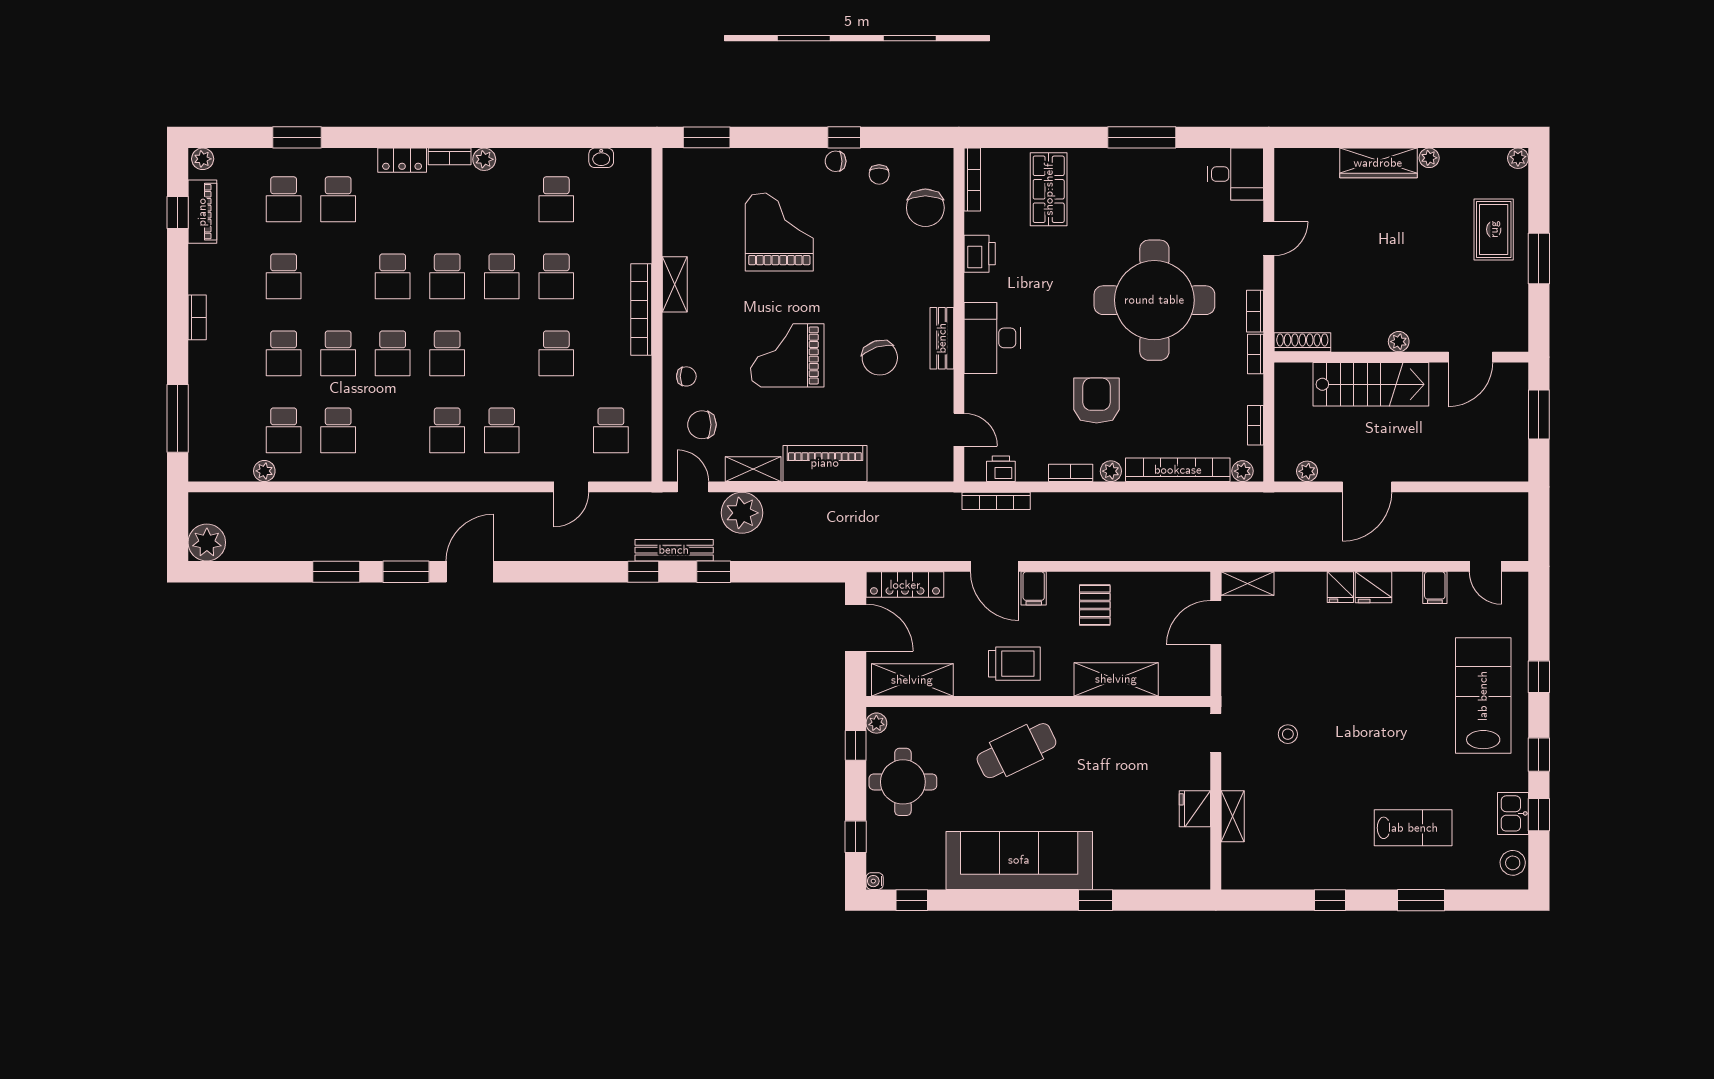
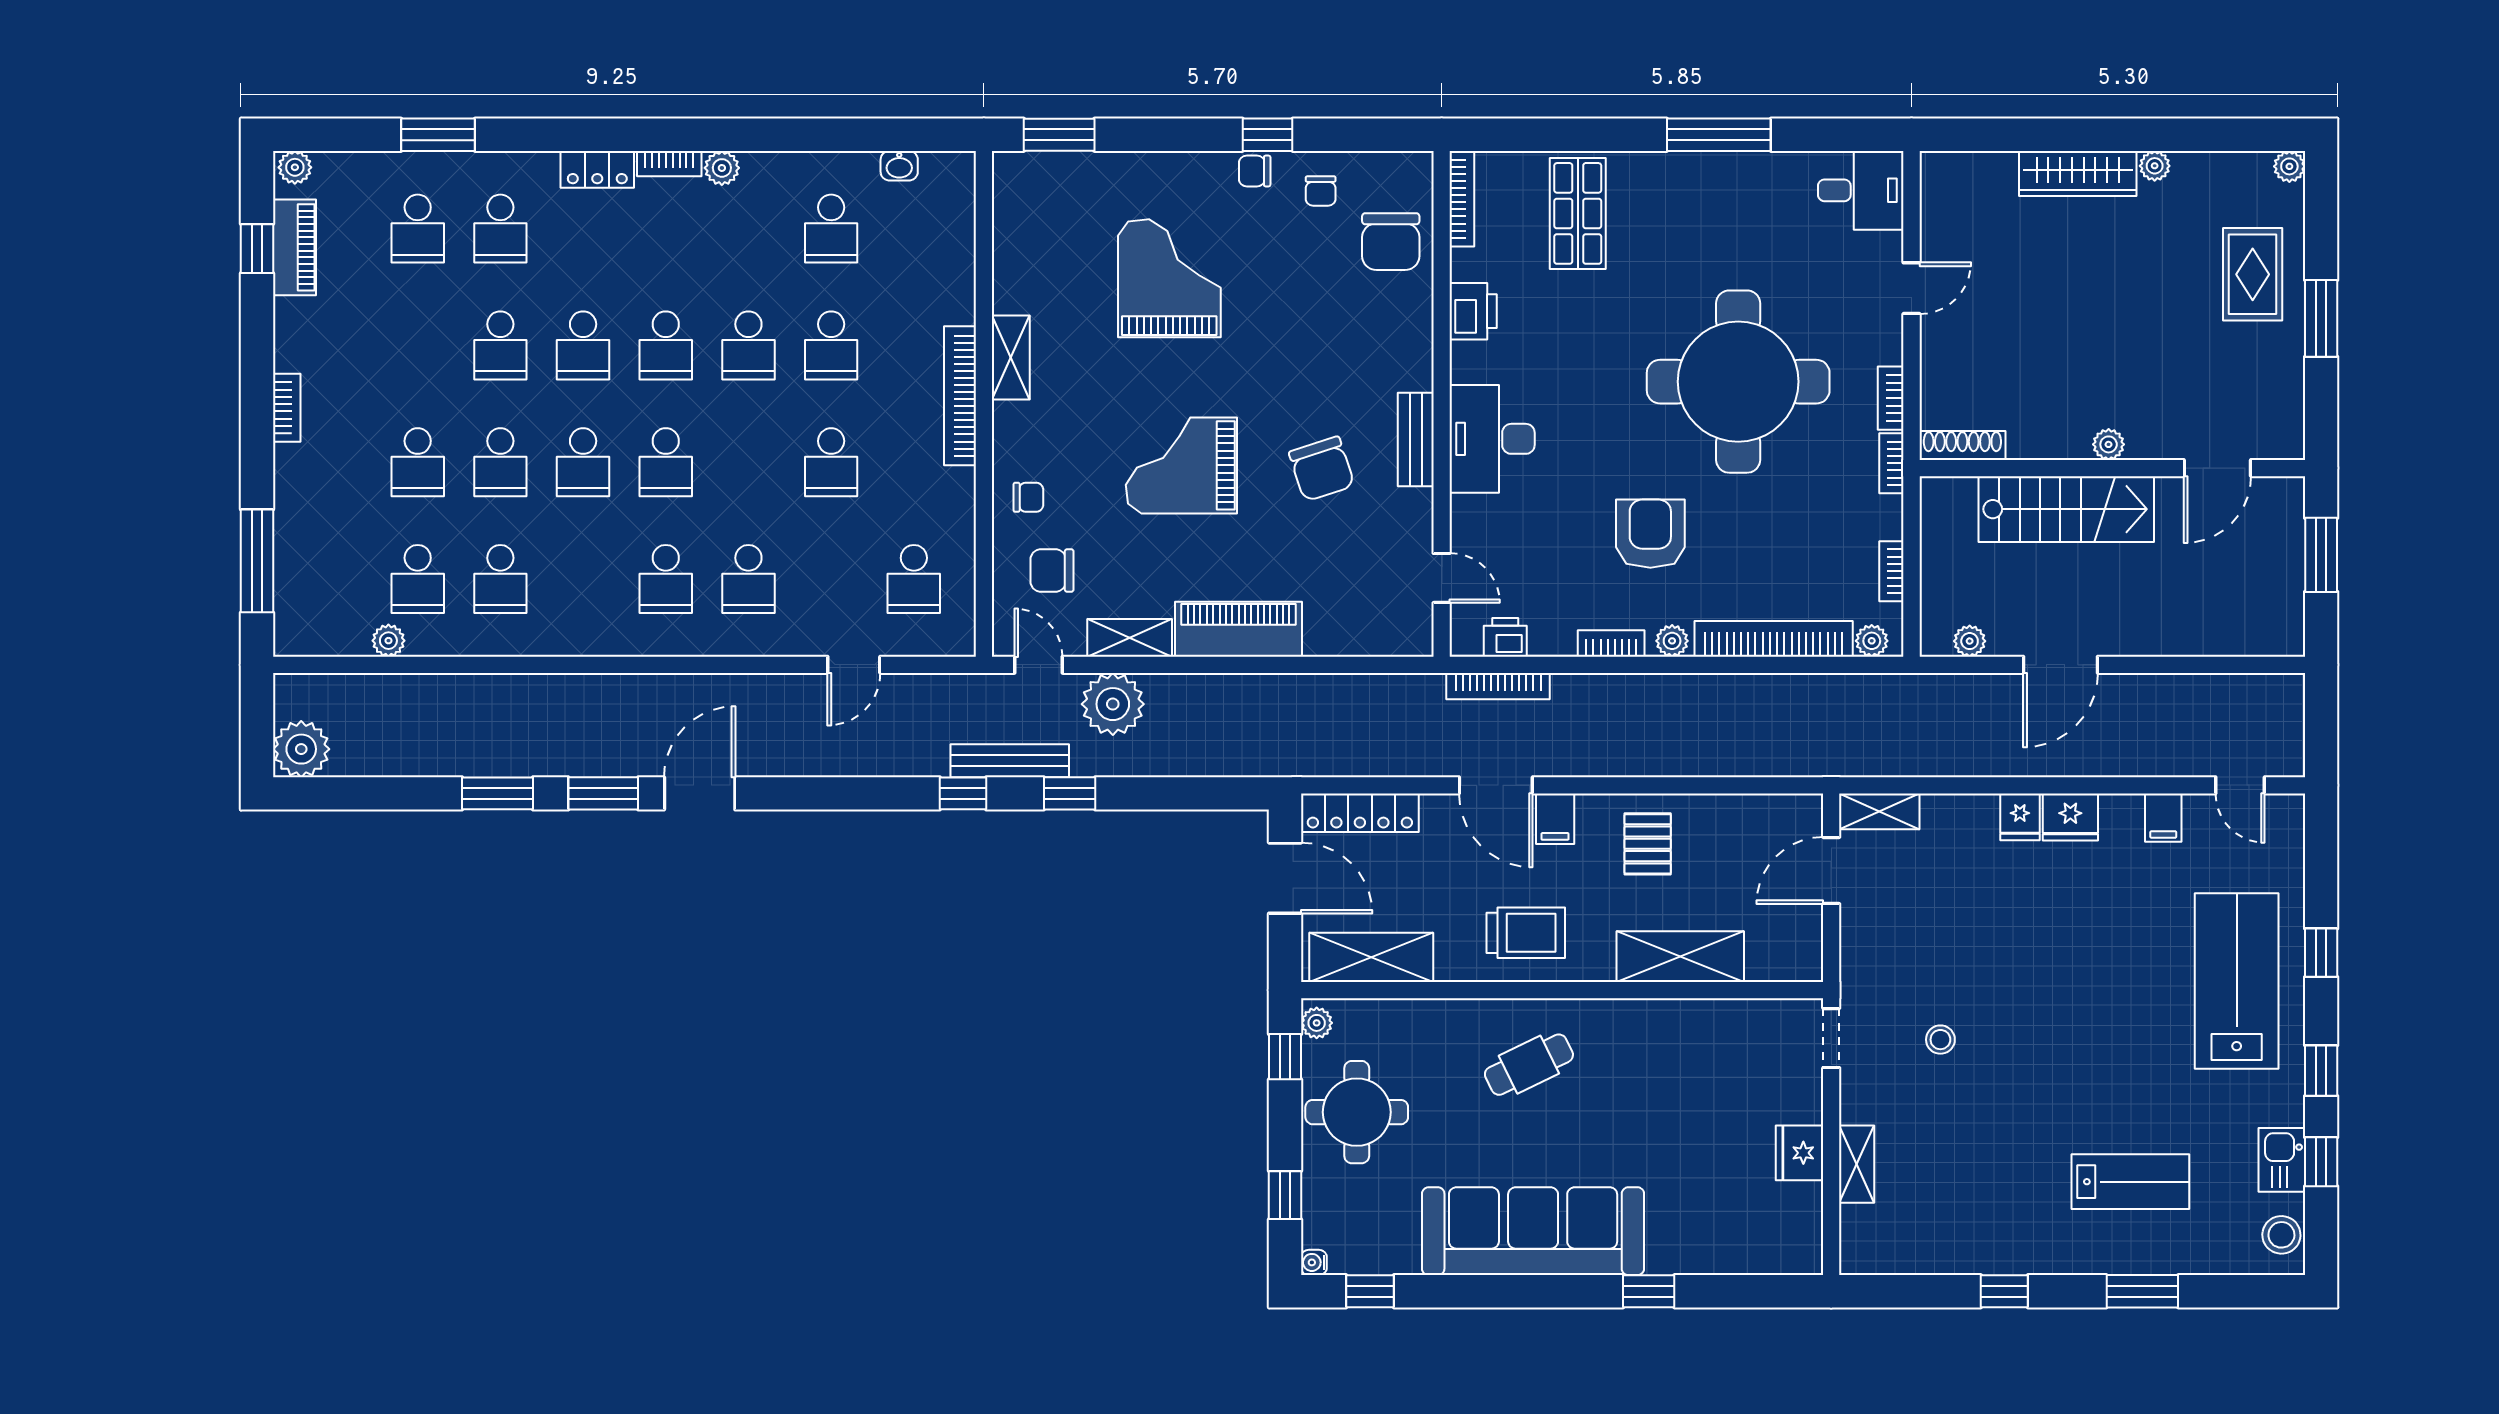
school desk: (284, 276) -> (500, 345), moved
cafe table: (1016, 751) -> (1529, 1065), width x0.73, depth x0.74

